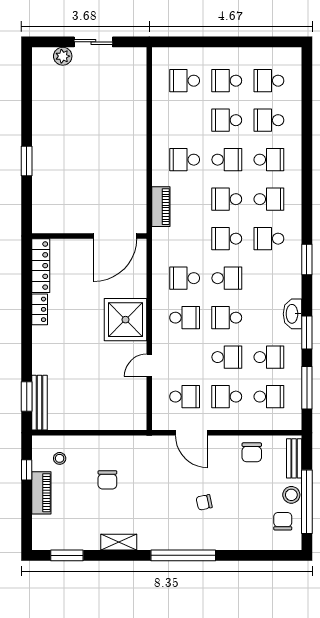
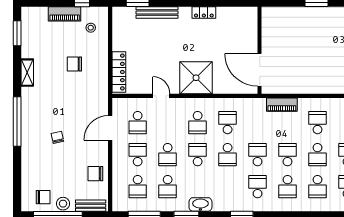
locker: (41, 266) -> (119, 72), moved, turned -90
bench: (40, 403) -> (157, 12), moved

